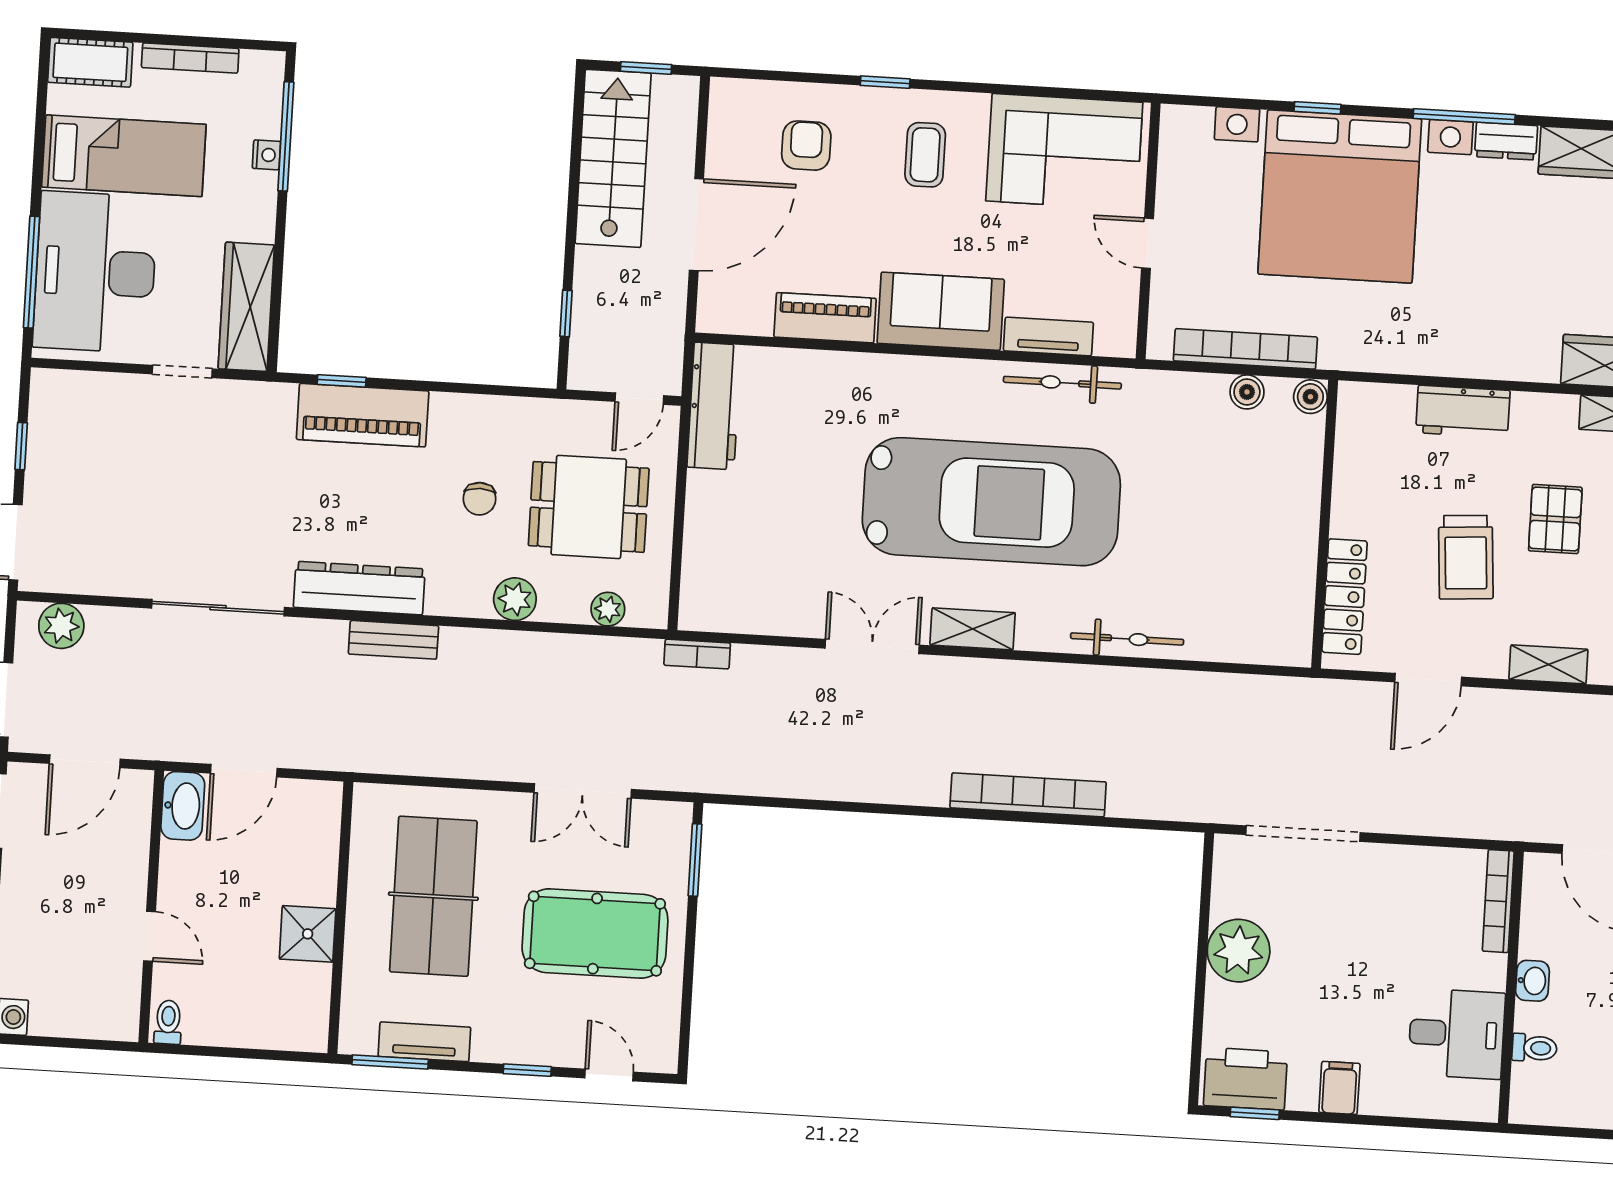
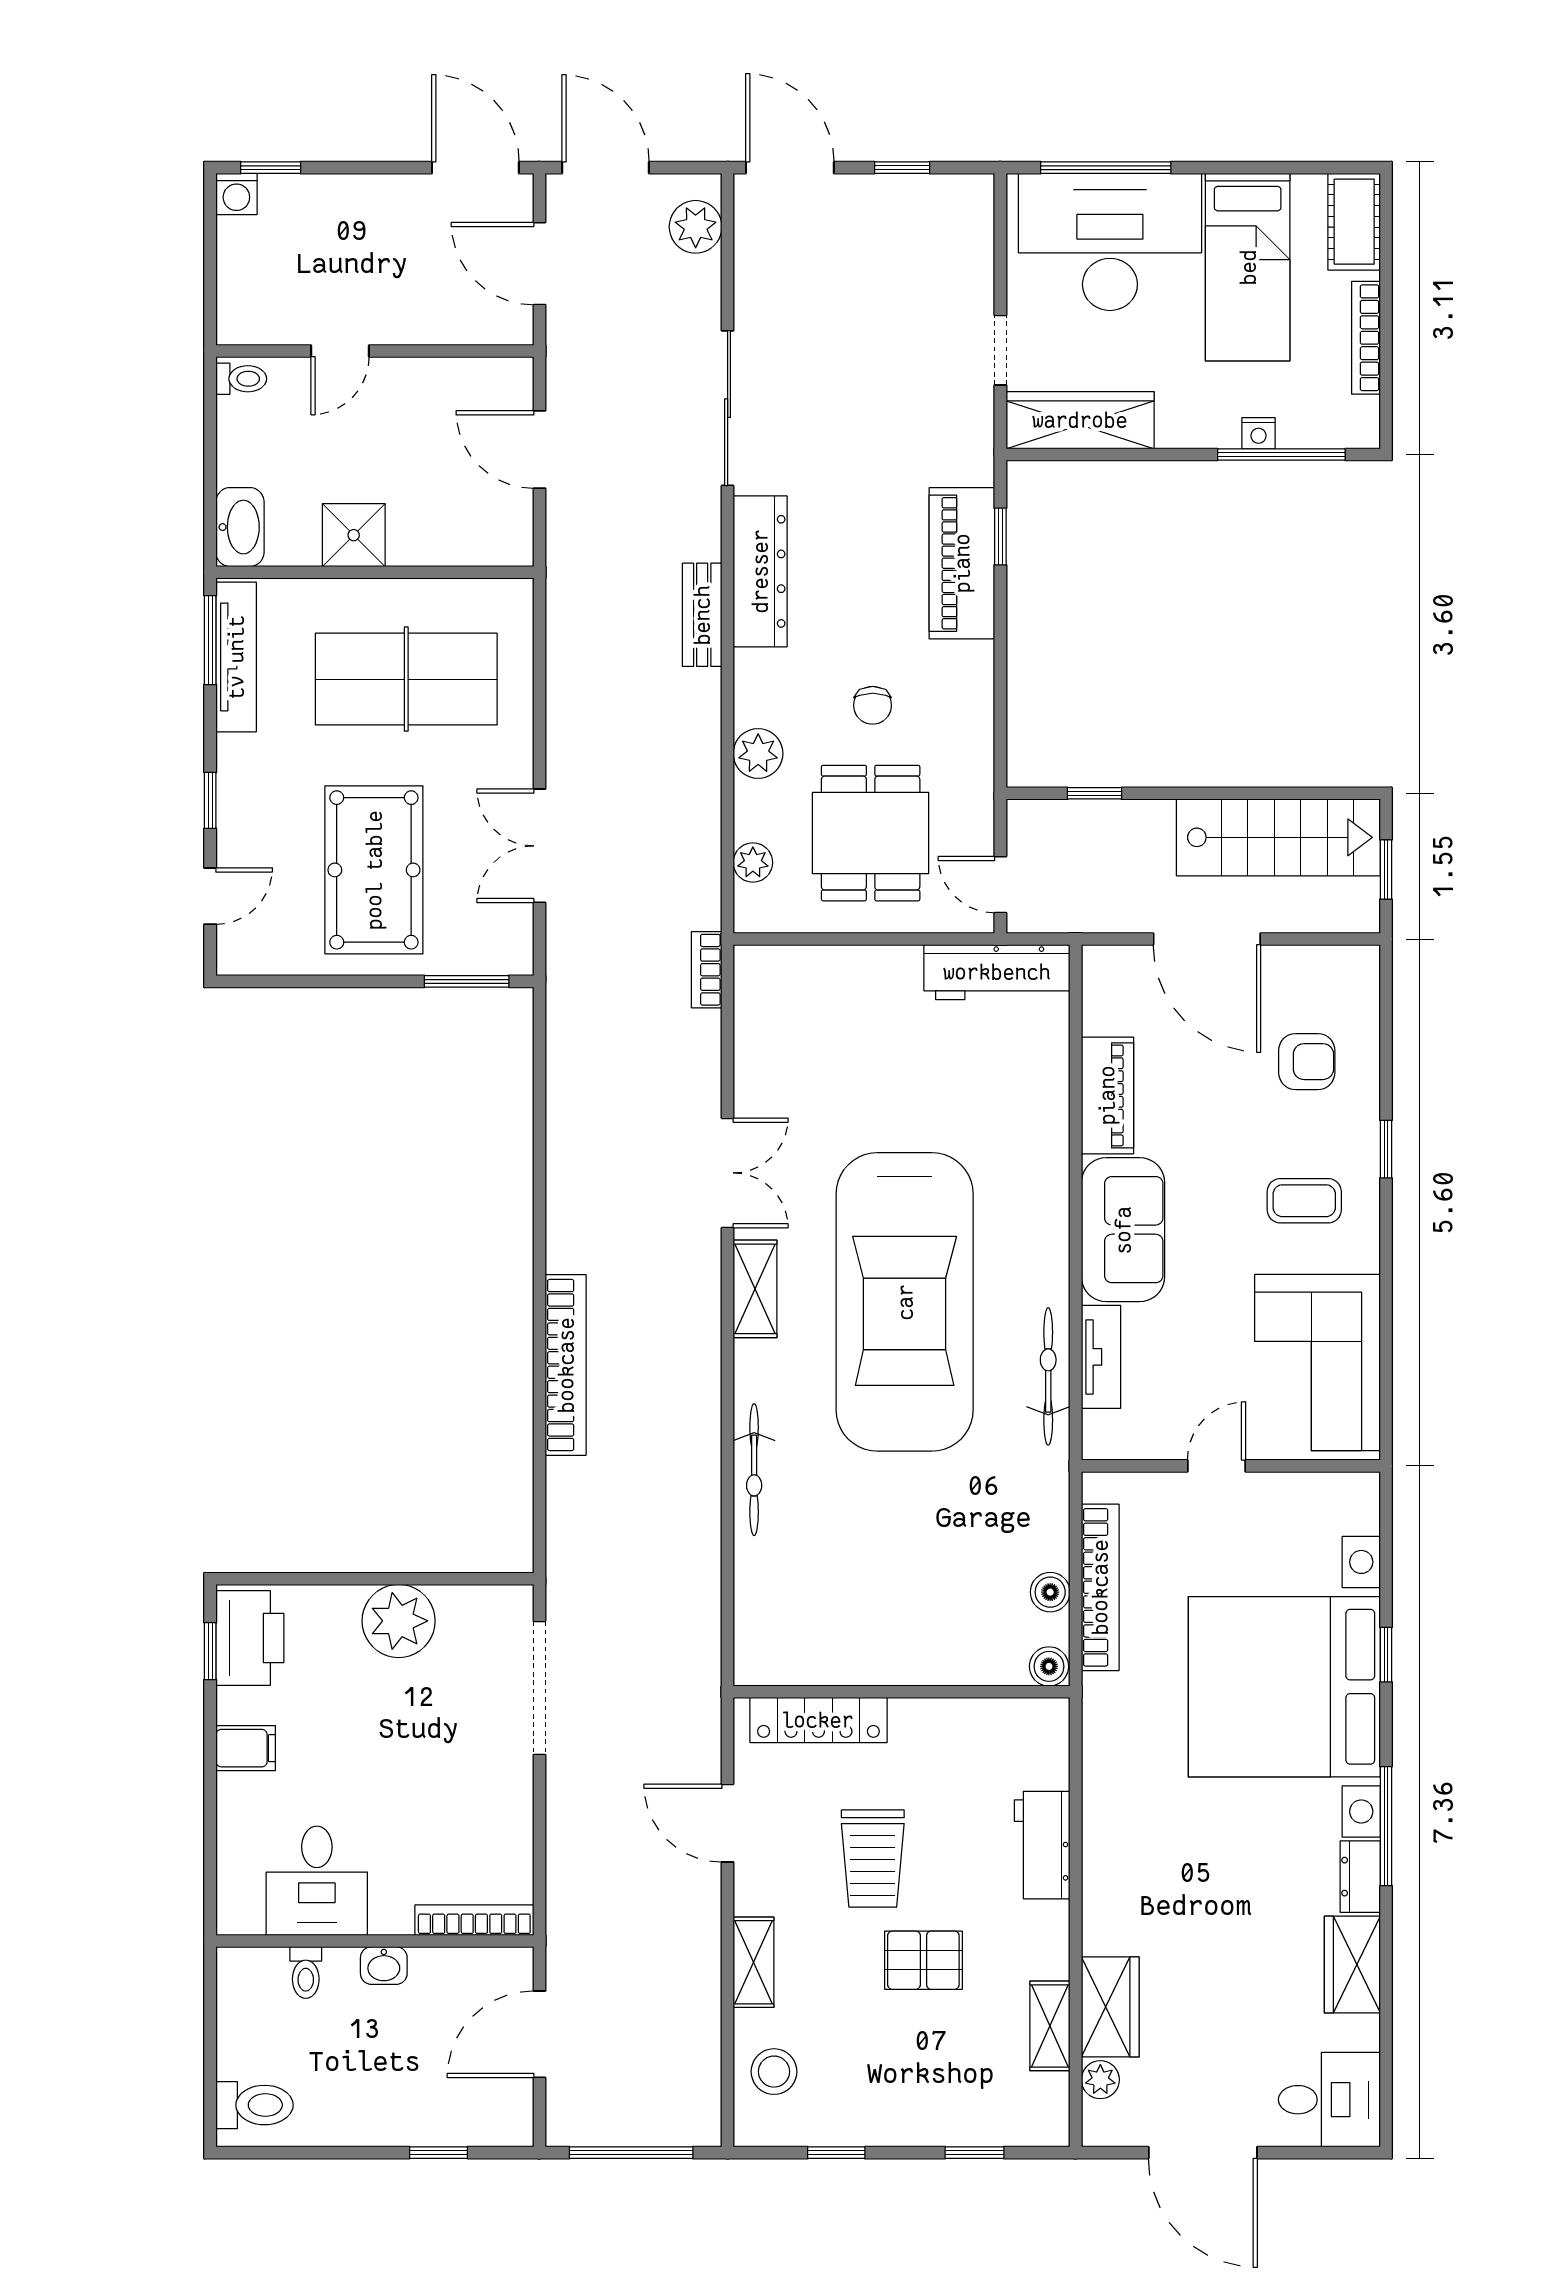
chair: (479, 499) -> (873, 705), turned -90
trolley: (1466, 557) -> (873, 1859), turned -86
washbasin: (183, 806) -> (240, 527), moved, turned -90
tv unit: (424, 1042) -> (236, 657), width x1.41

